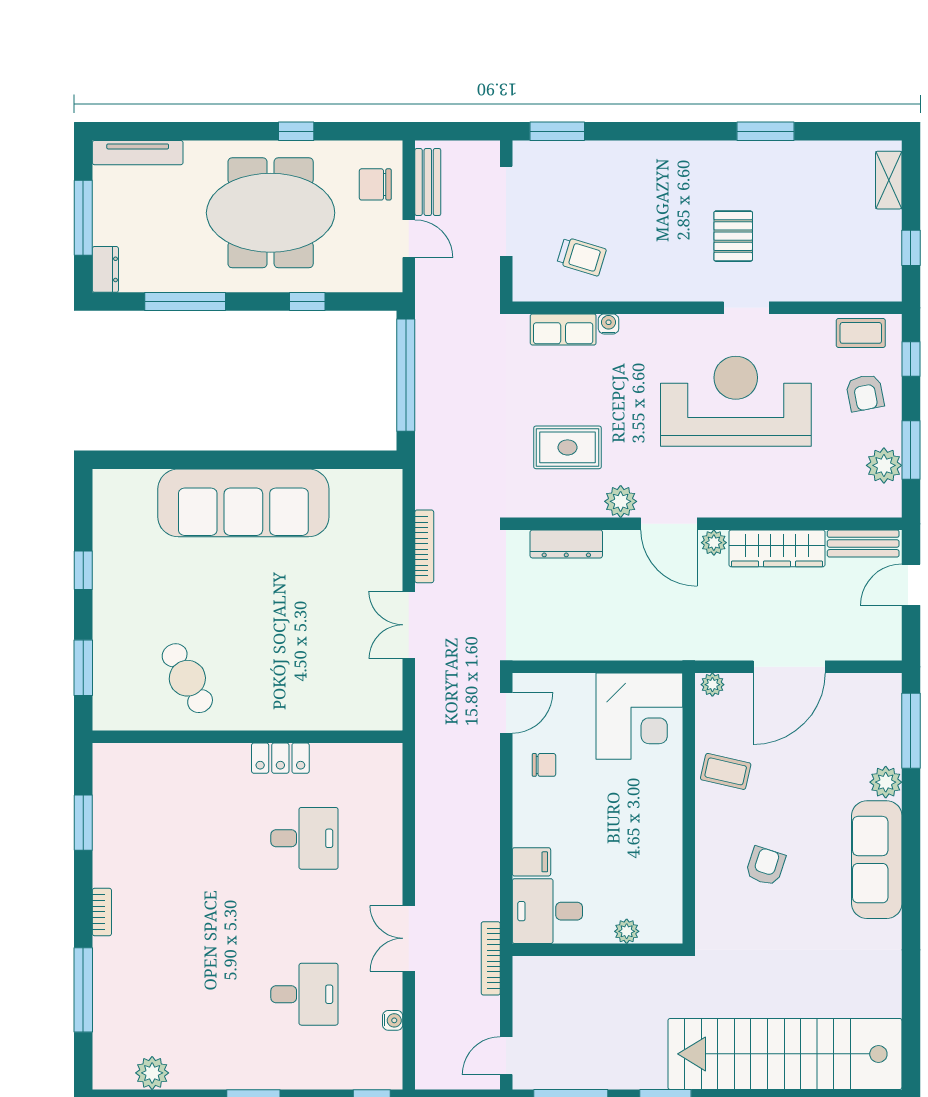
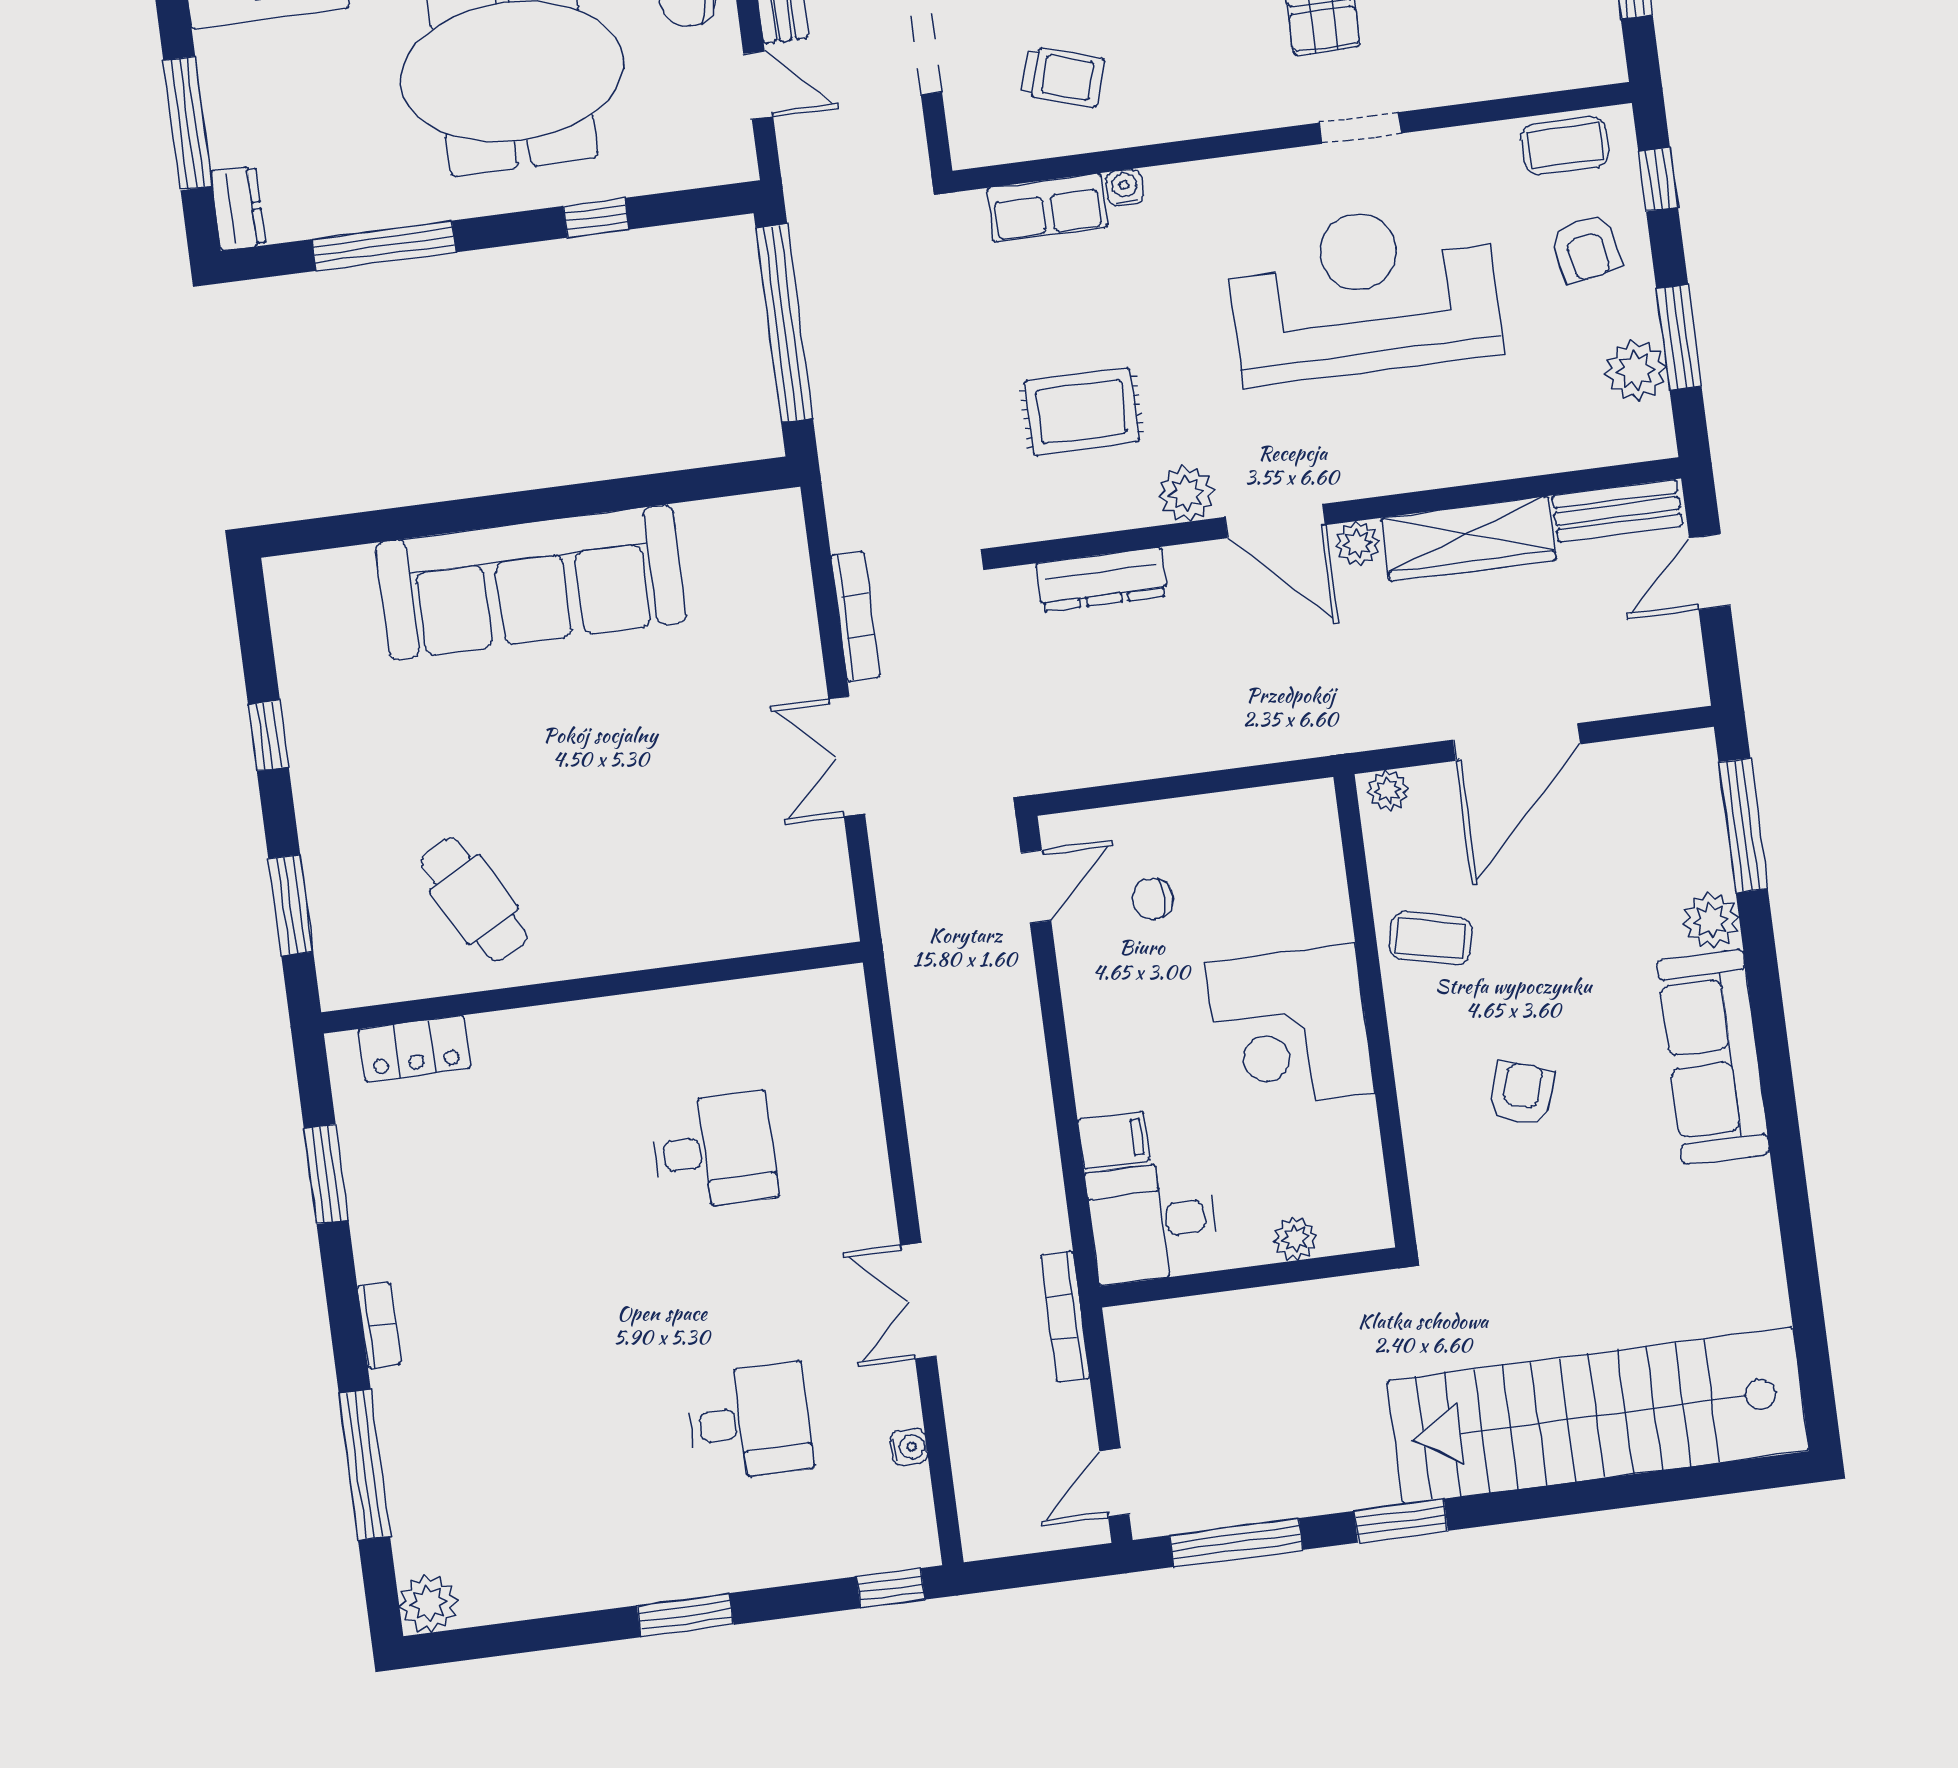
corner desk: (639, 716) -> (1290, 1028), moved, turned 90
locker: (280, 758) -> (415, 1049), moved
chair: (544, 765) -> (1153, 899), moved, turned 180
plant: (152, 1073) -> (428, 1603), moved

